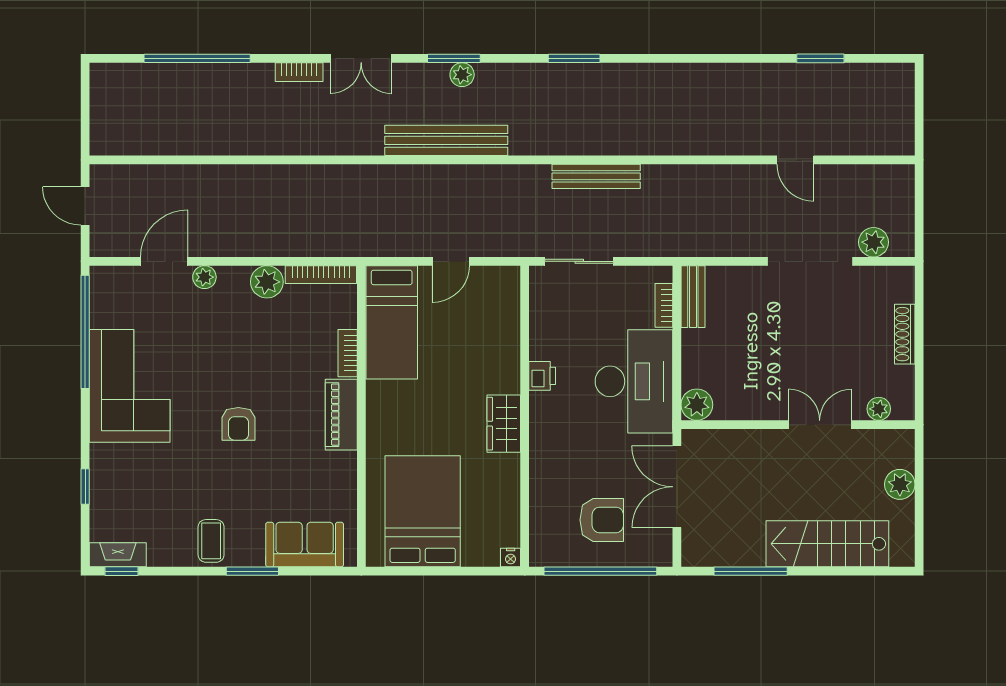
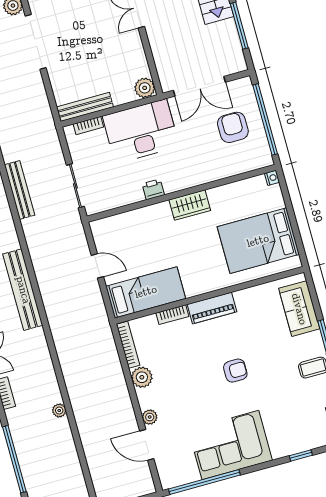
plant: (251, 145) -> (59, 410), added
bench: (693, 297) -> (85, 107), width x1.36

